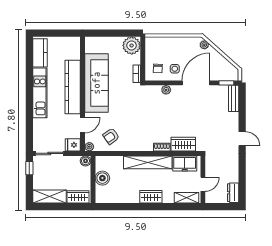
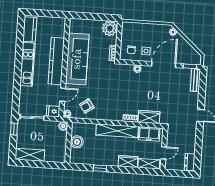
wardrobe: (78, 197) -> (55, 157), removed
wardrobe: (151, 197) -> (128, 162), moved
window: (131, 207) -> (100, 168), added

